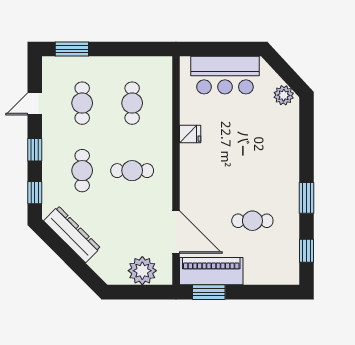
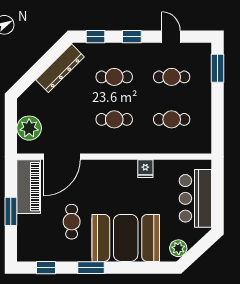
booth: (272, 157) -> (126, 238), added
cafe table: (132, 171) -> (114, 119), turned 90
window: (209, 292) -> (11, 211), moved

